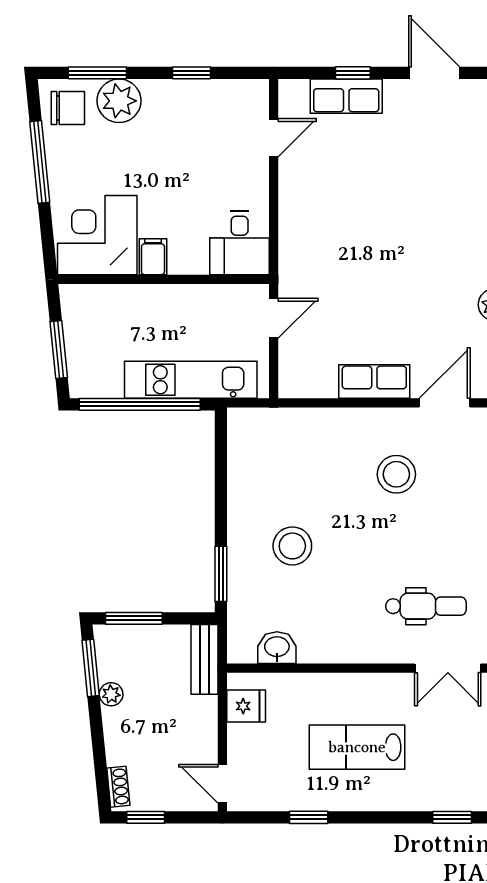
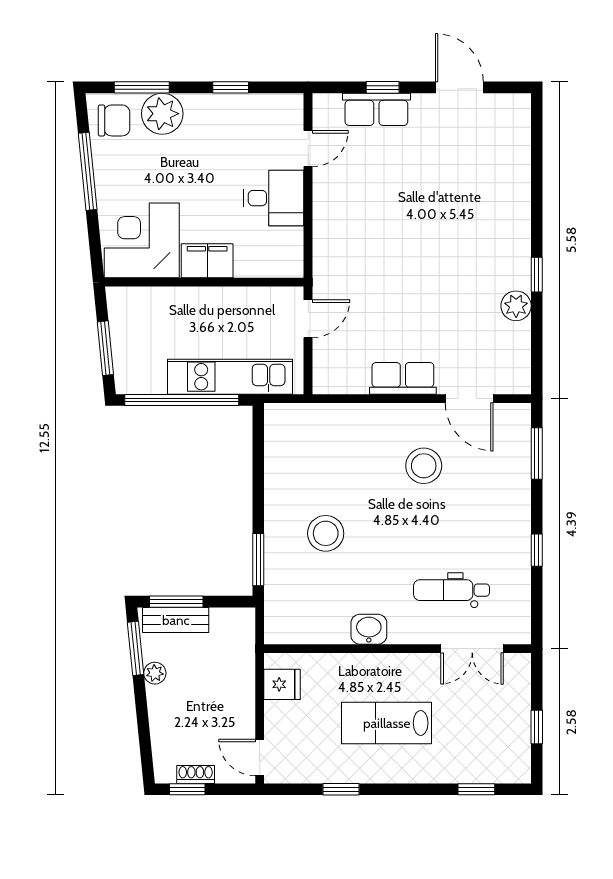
desk: (240, 243) -> (274, 198), moved, turned -90
filing cabinet: (153, 257) -> (207, 261), width x2.00
door: (445, 403) -> (469, 399), swing flipped
dental chair: (426, 606) -> (452, 590), turned 180
washbasin: (277, 648) -> (369, 629), moved
bench: (205, 659) -> (176, 620), moved, turned 90
shoe rack: (118, 787) -> (196, 774), moved, turned -84

